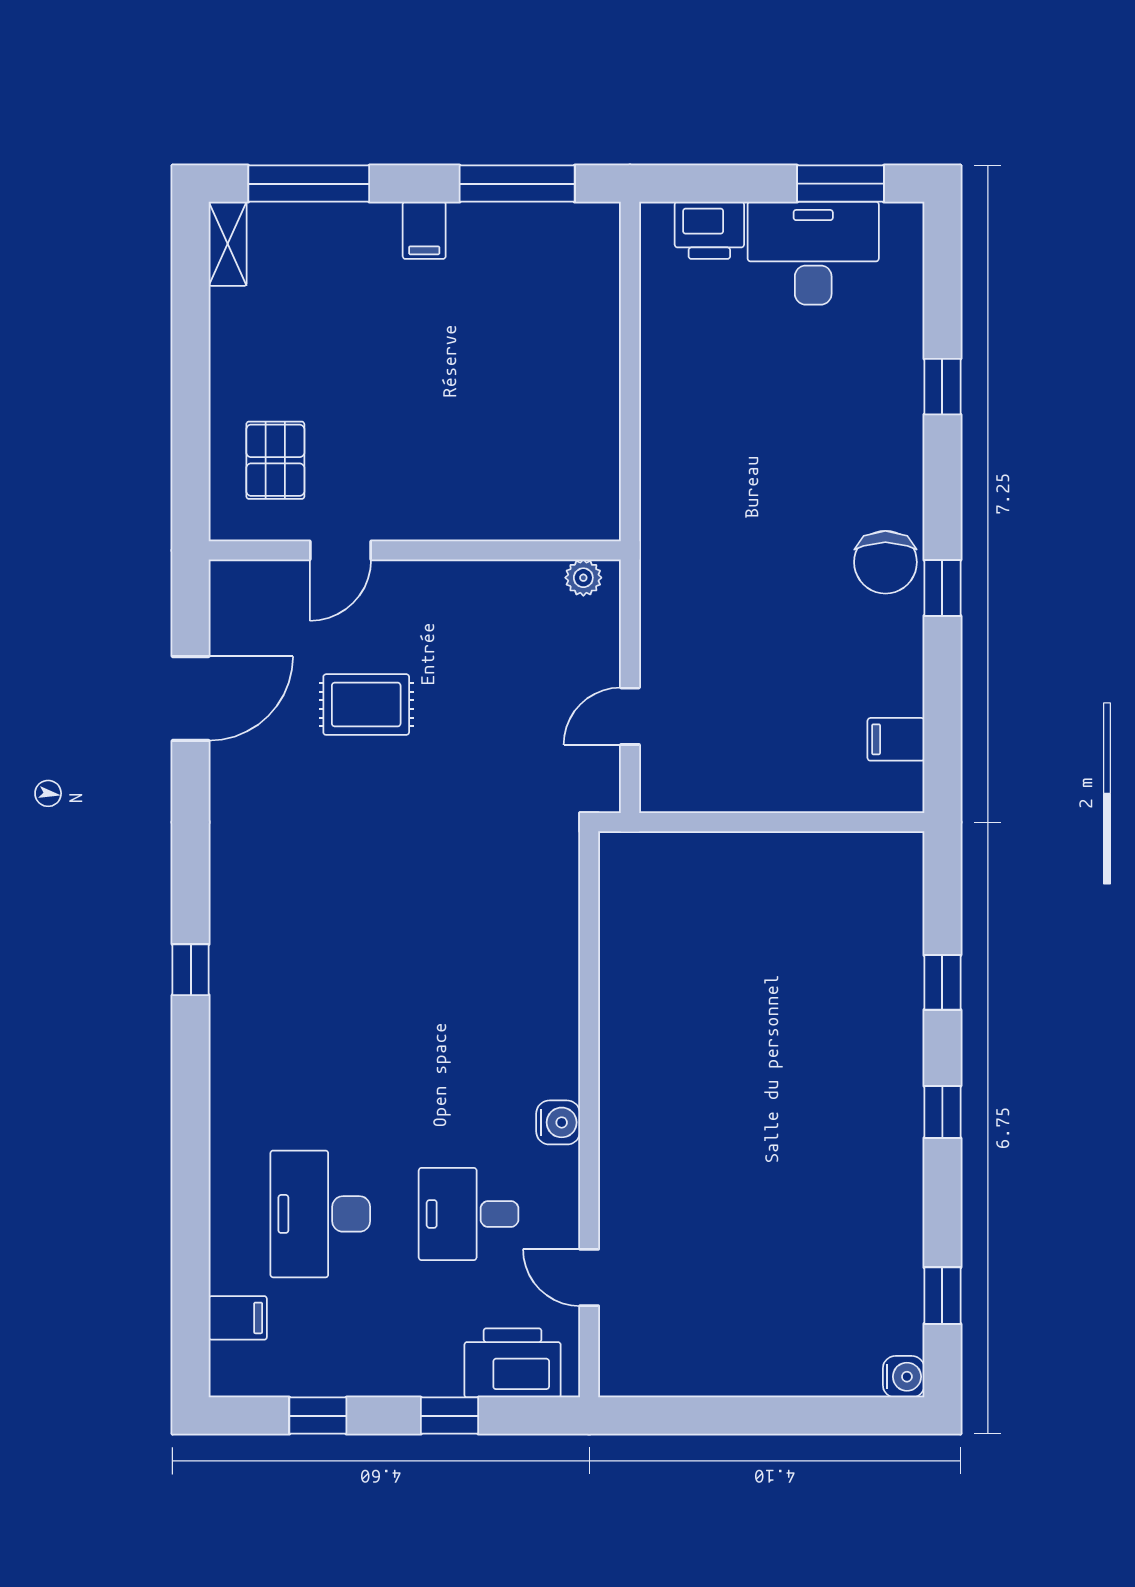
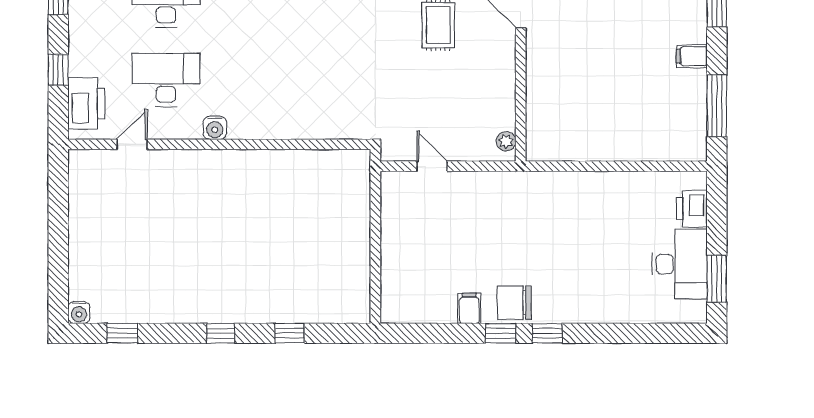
window: (942, 387) -> (547, 333), moved
filing cabinet: (896, 739) -> (469, 308), moved
desk: (469, 1214) -> (166, 80), width x1.37

